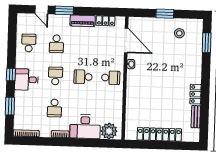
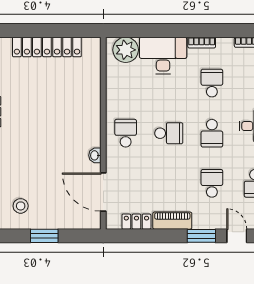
school desk: (111, 78) -> (126, 133), turned 90

